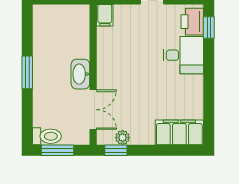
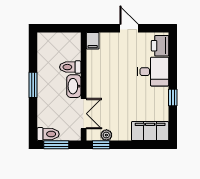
window: (209, 27) -> (173, 97), moved
toilet: (76, 49) -> (70, 67), added

